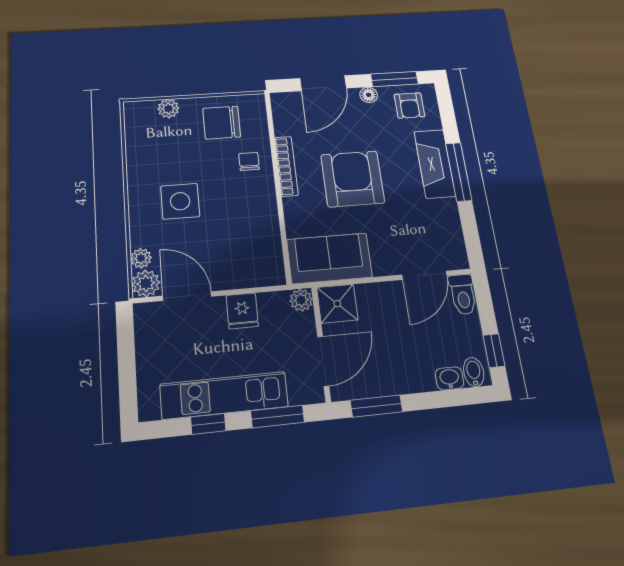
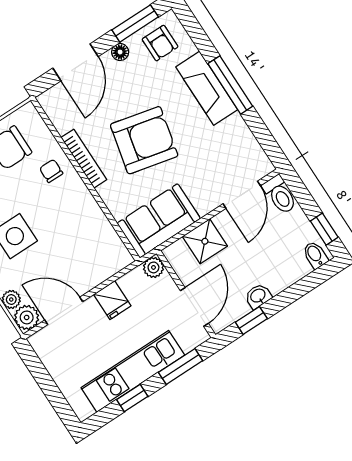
armchair: (353, 179) -> (144, 140), turned 103
shower: (337, 304) -> (205, 241), moved
washbasin: (449, 378) -> (258, 296), moved
window: (376, 406) -> (251, 320), width x0.67

